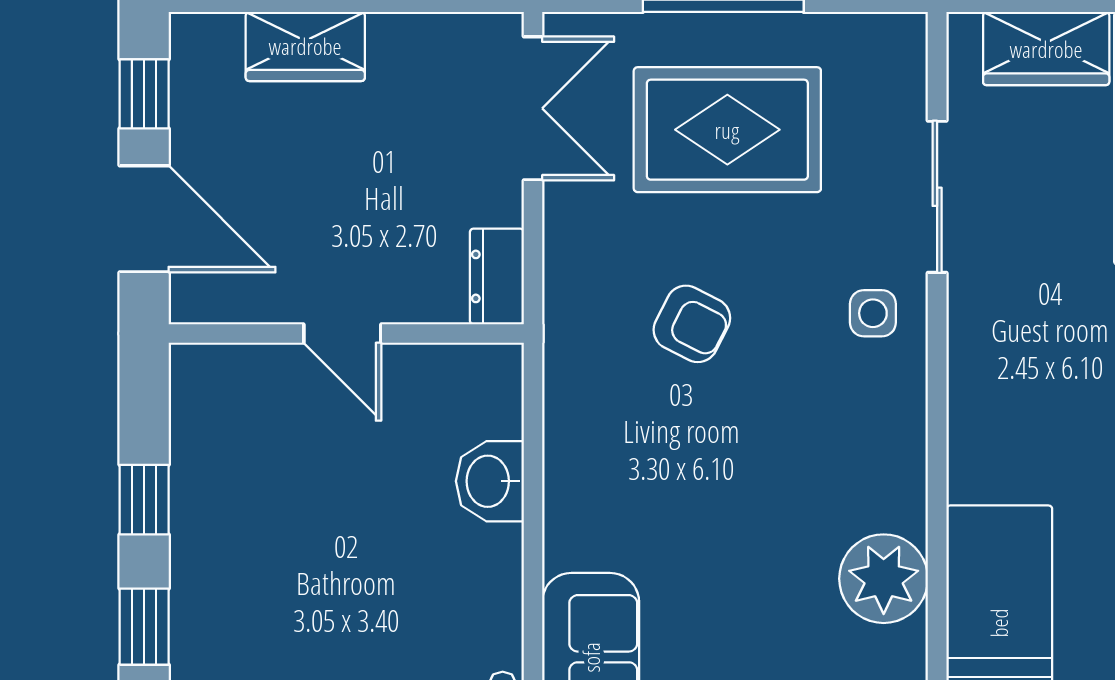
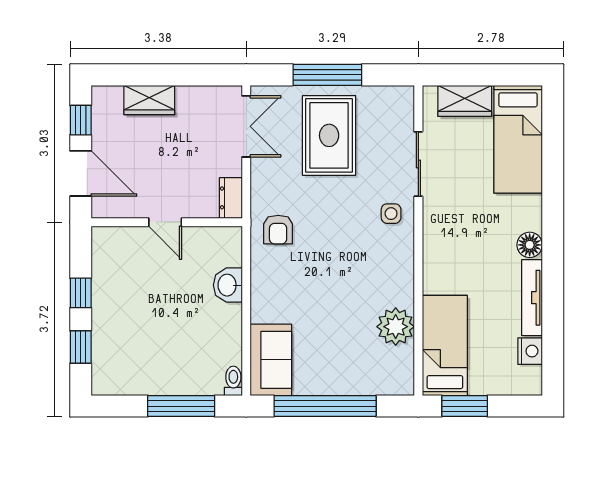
rug: (727, 130) -> (329, 135), turned 90
armchair: (692, 324) -> (278, 230), moved, turned 63

